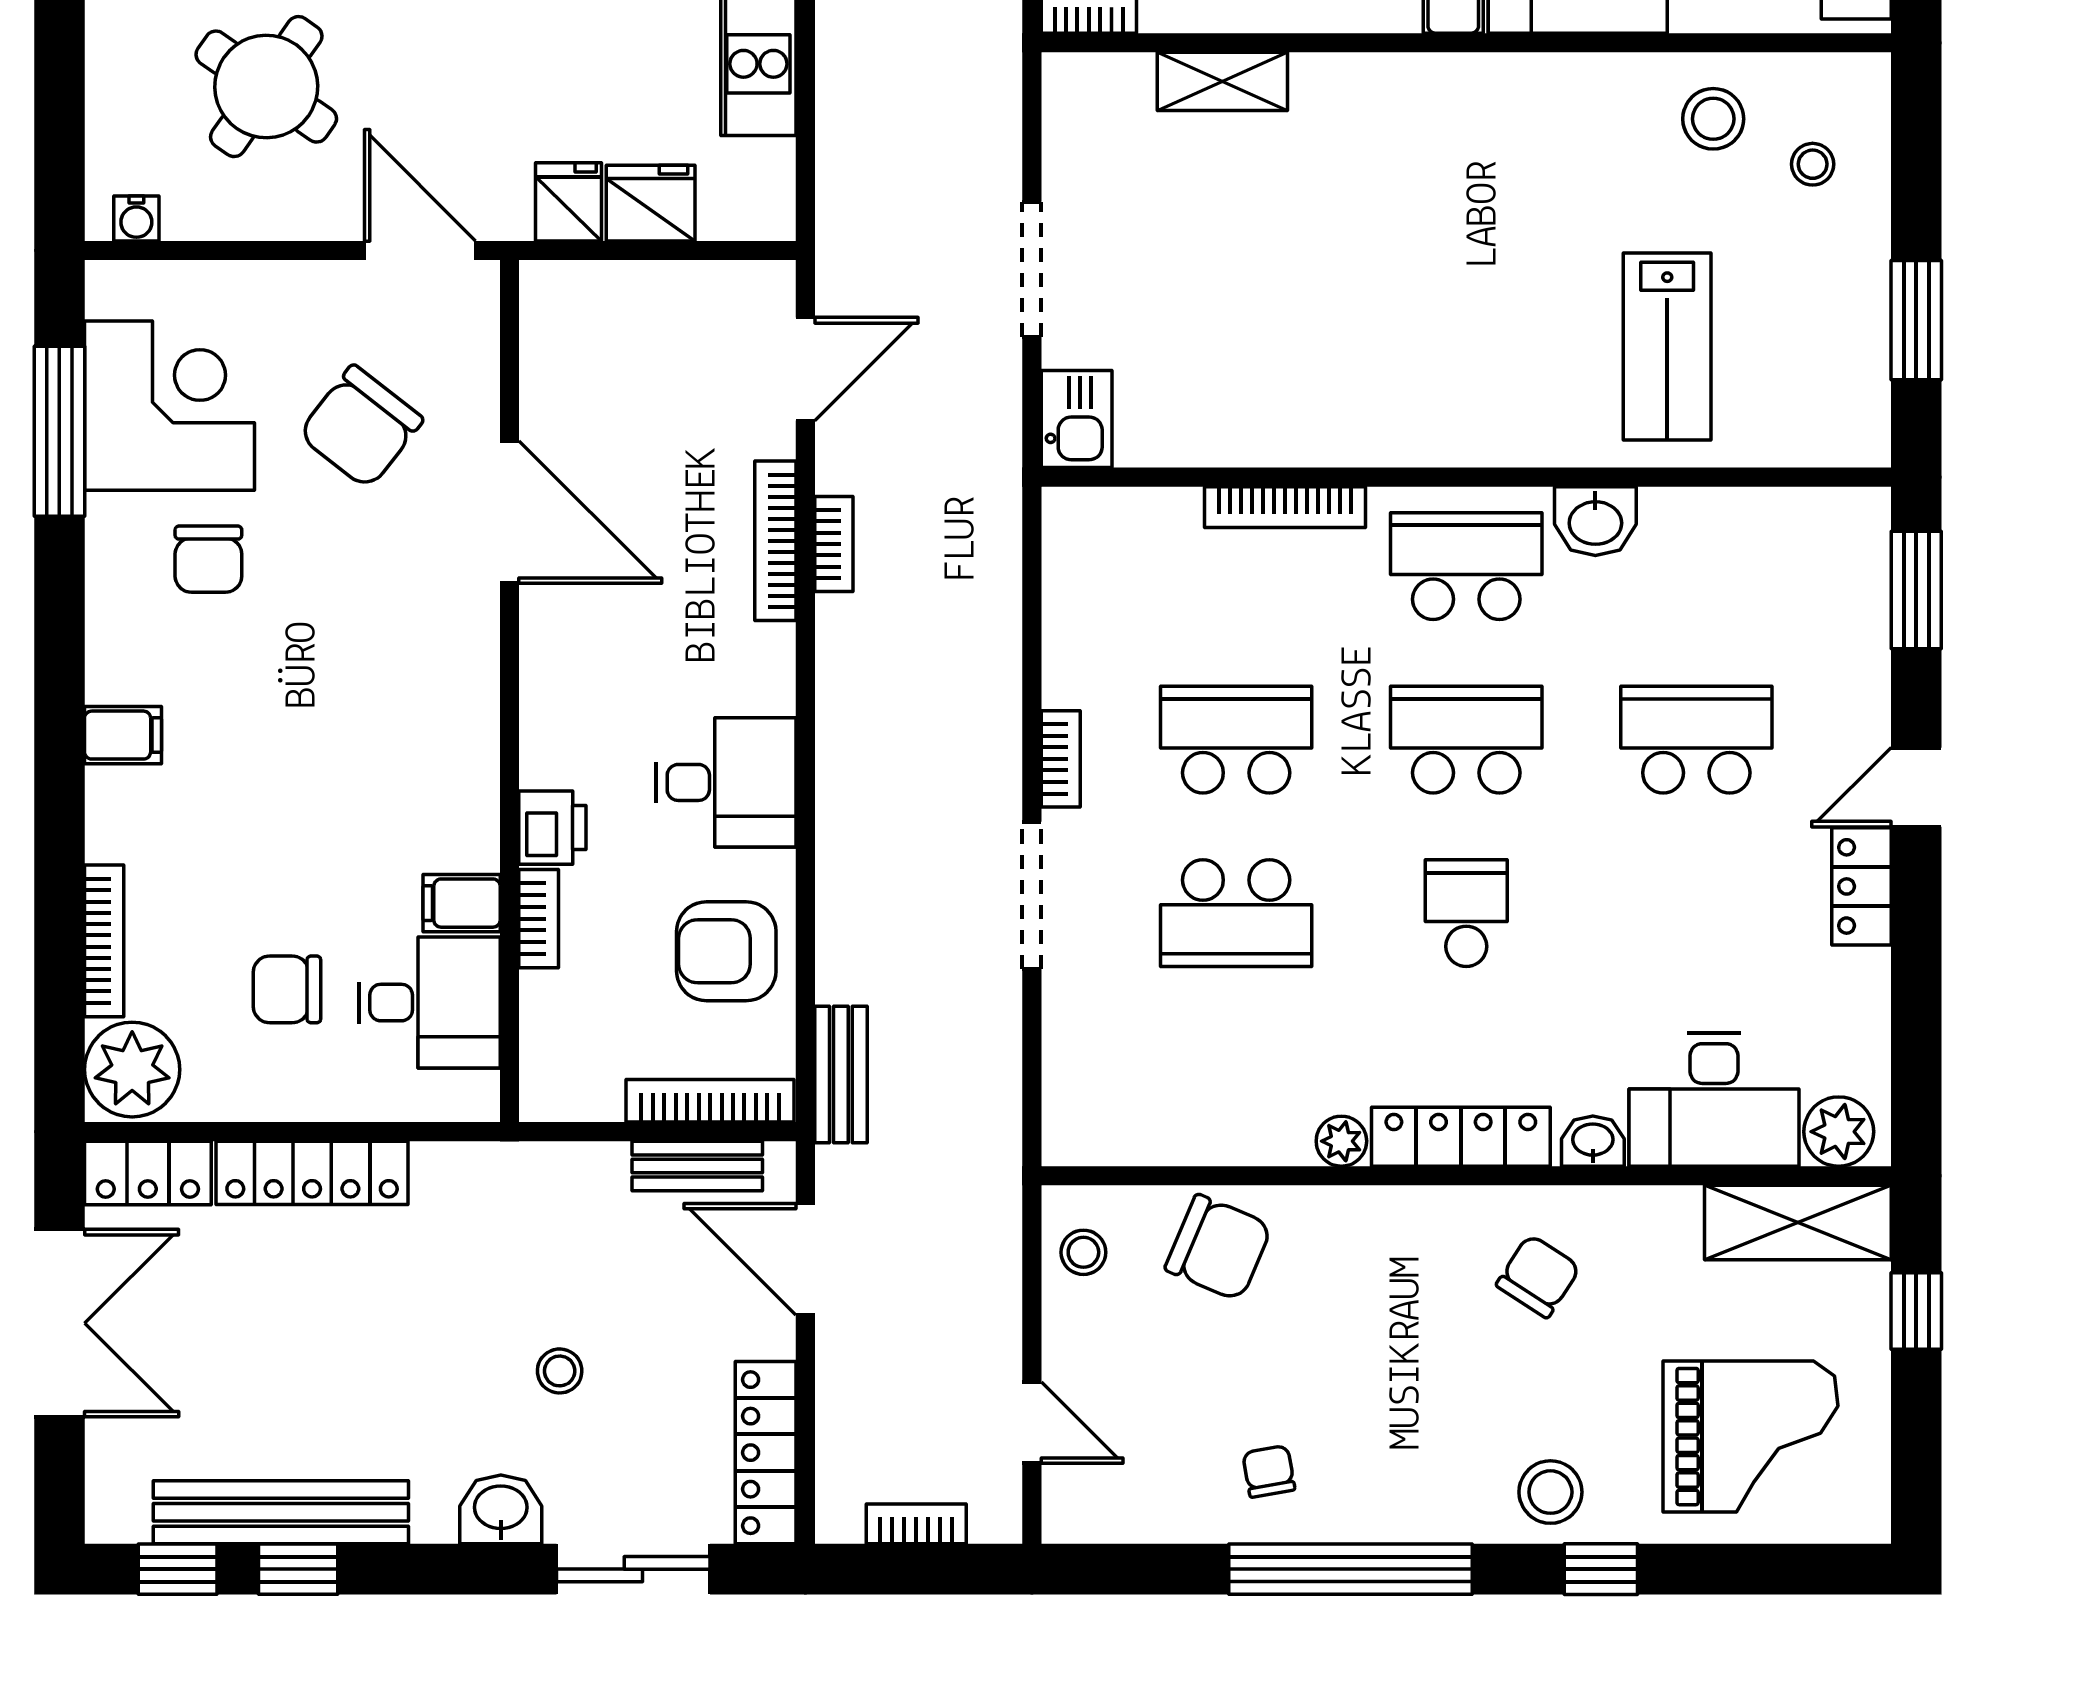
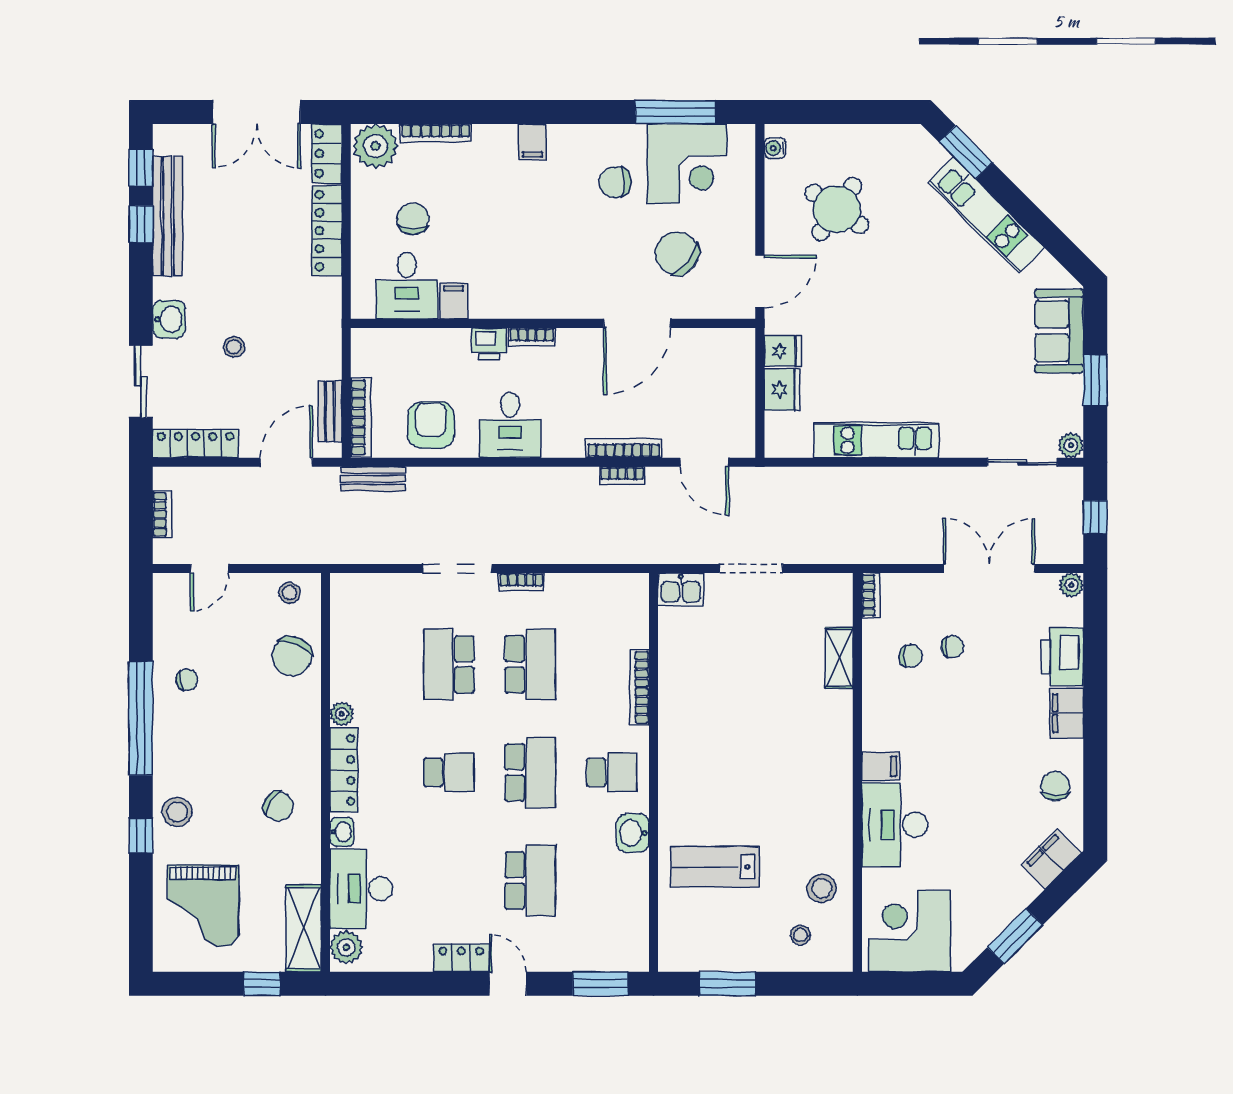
school desk: (1466, 566) -> (612, 772), width x0.54
bookcase: (539, 919) -> (532, 337), moved

